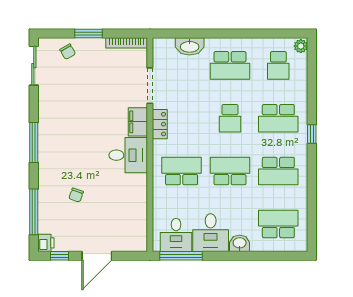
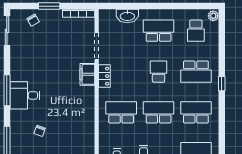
school desk: (230, 65) -> (159, 31), turned 180
school desk: (230, 118) -> (159, 72), turned 180
desk: (128, 155) -> (25, 95), moved, turned 180
school desk: (278, 171) -> (196, 112), turned 180

